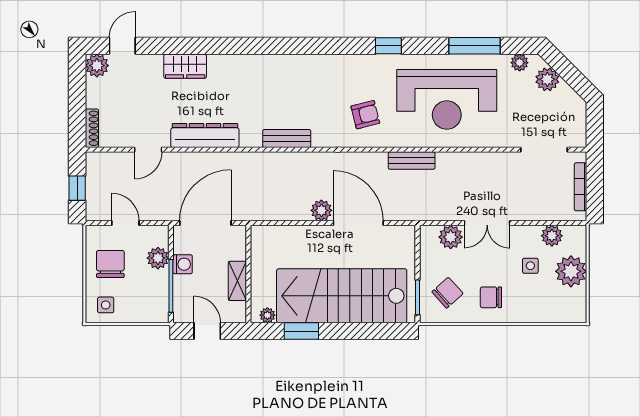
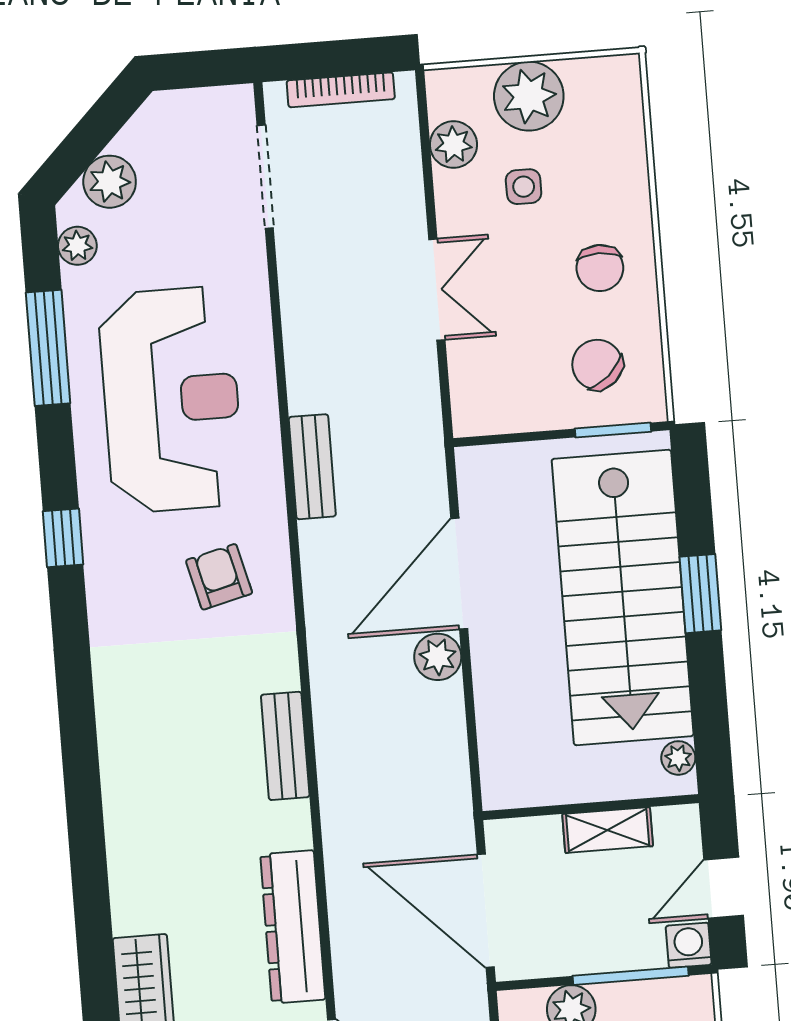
plant: (451, 237) -> (474, 367), removed
washing machine: (183, 264) -> (689, 945), moved
window: (301, 331) -> (700, 594), moved

